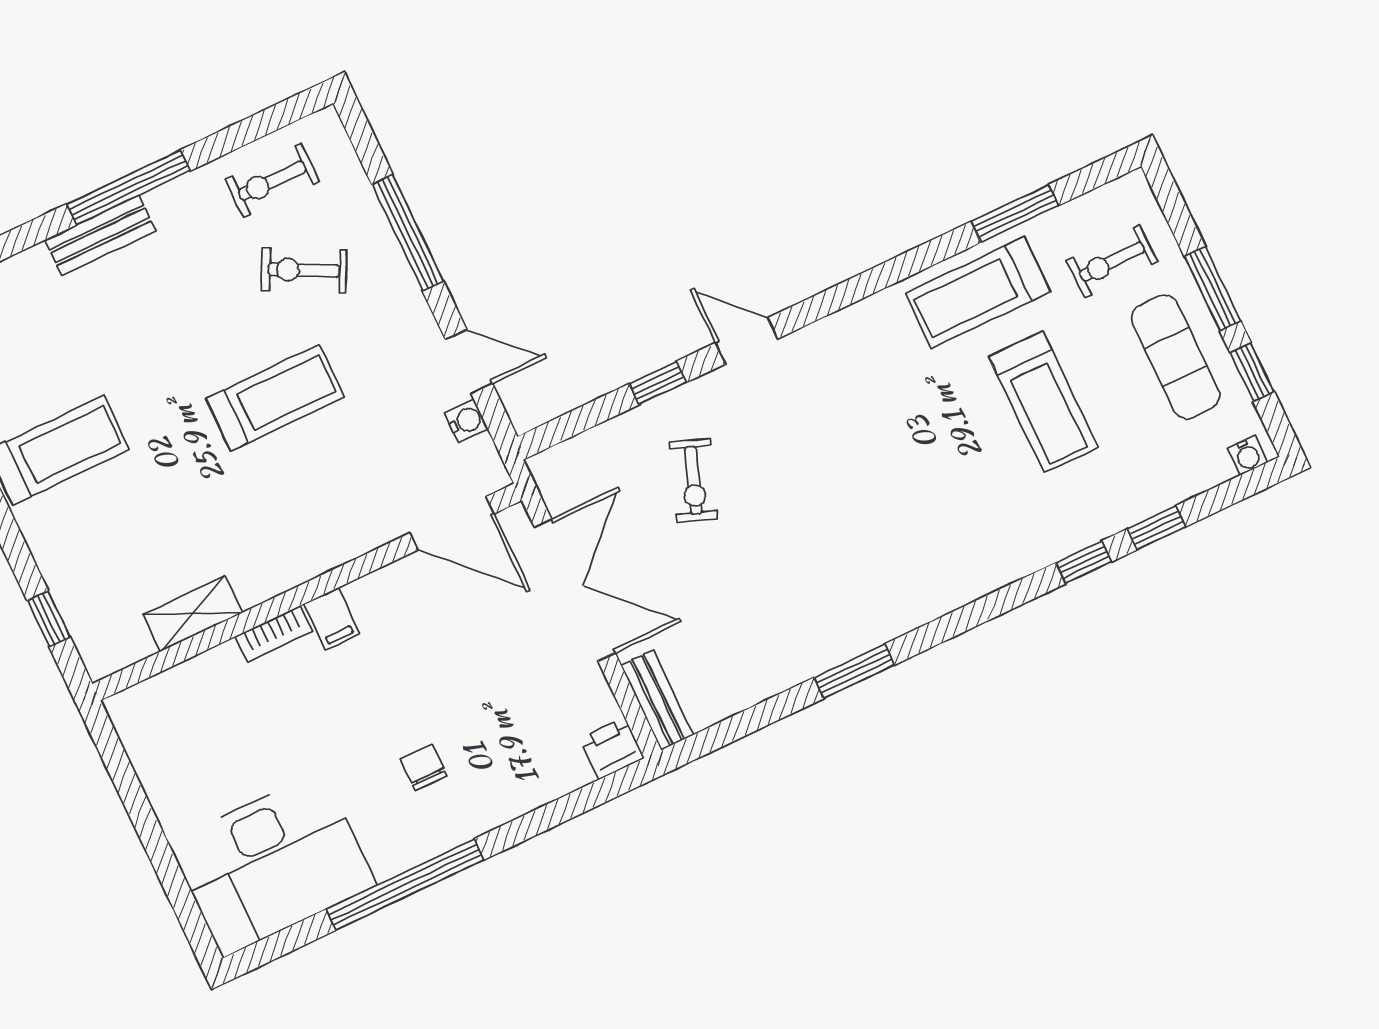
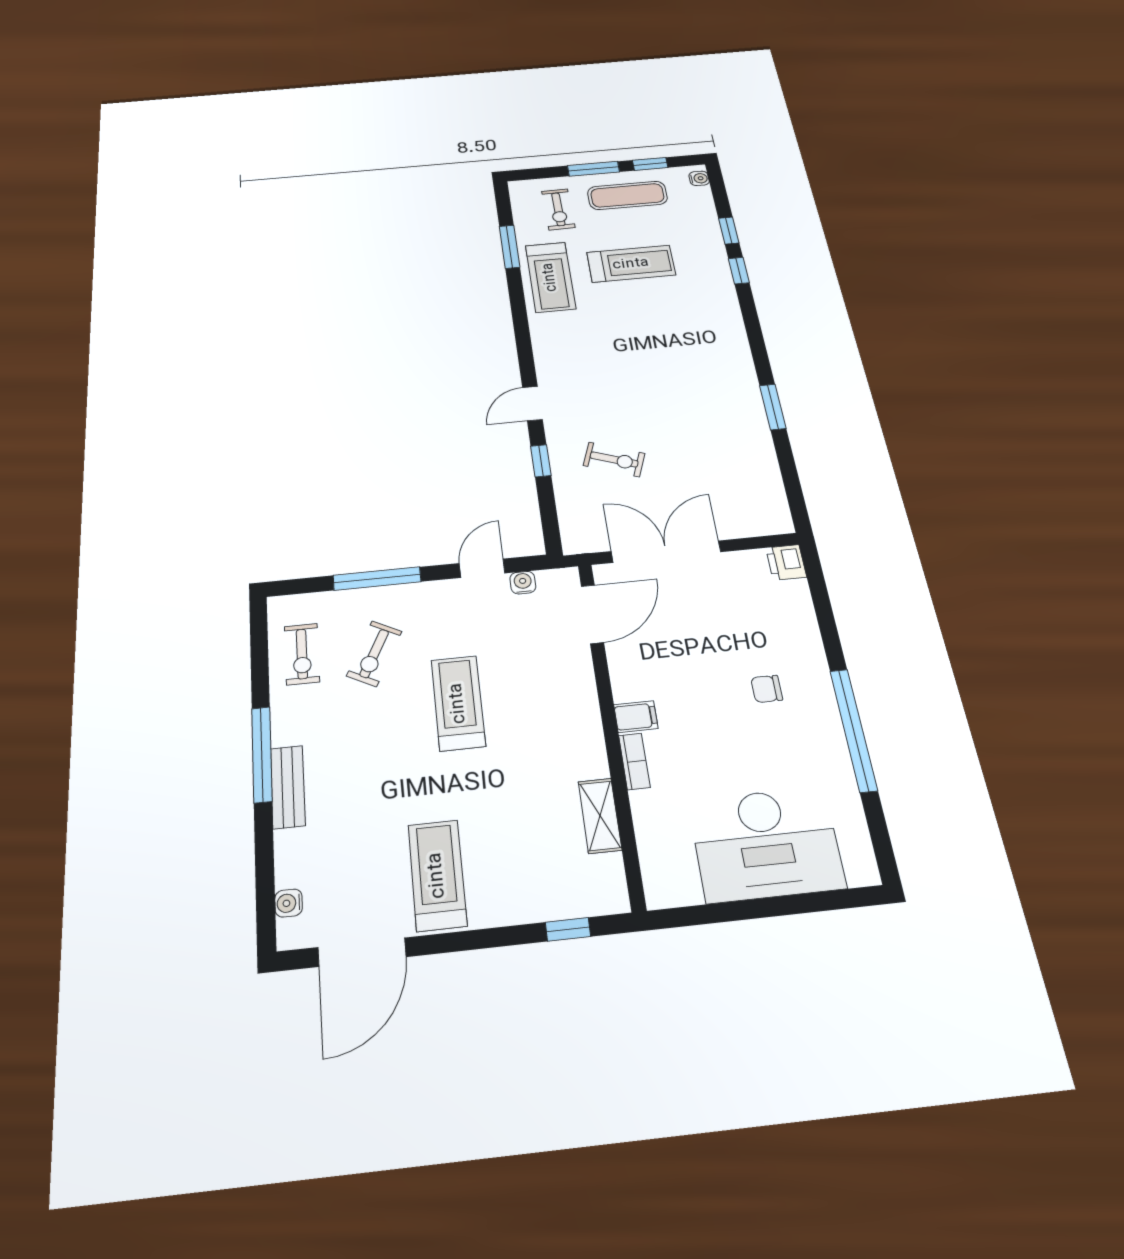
bench: (657, 700) -> (759, 525), removed
desk: (273, 864) -> (766, 844), moved, turned 90

